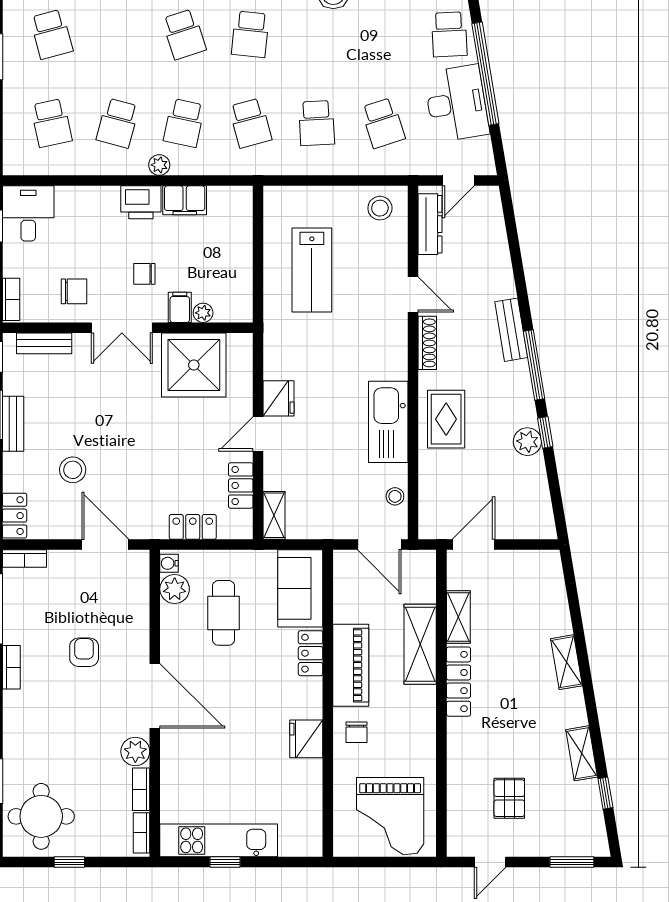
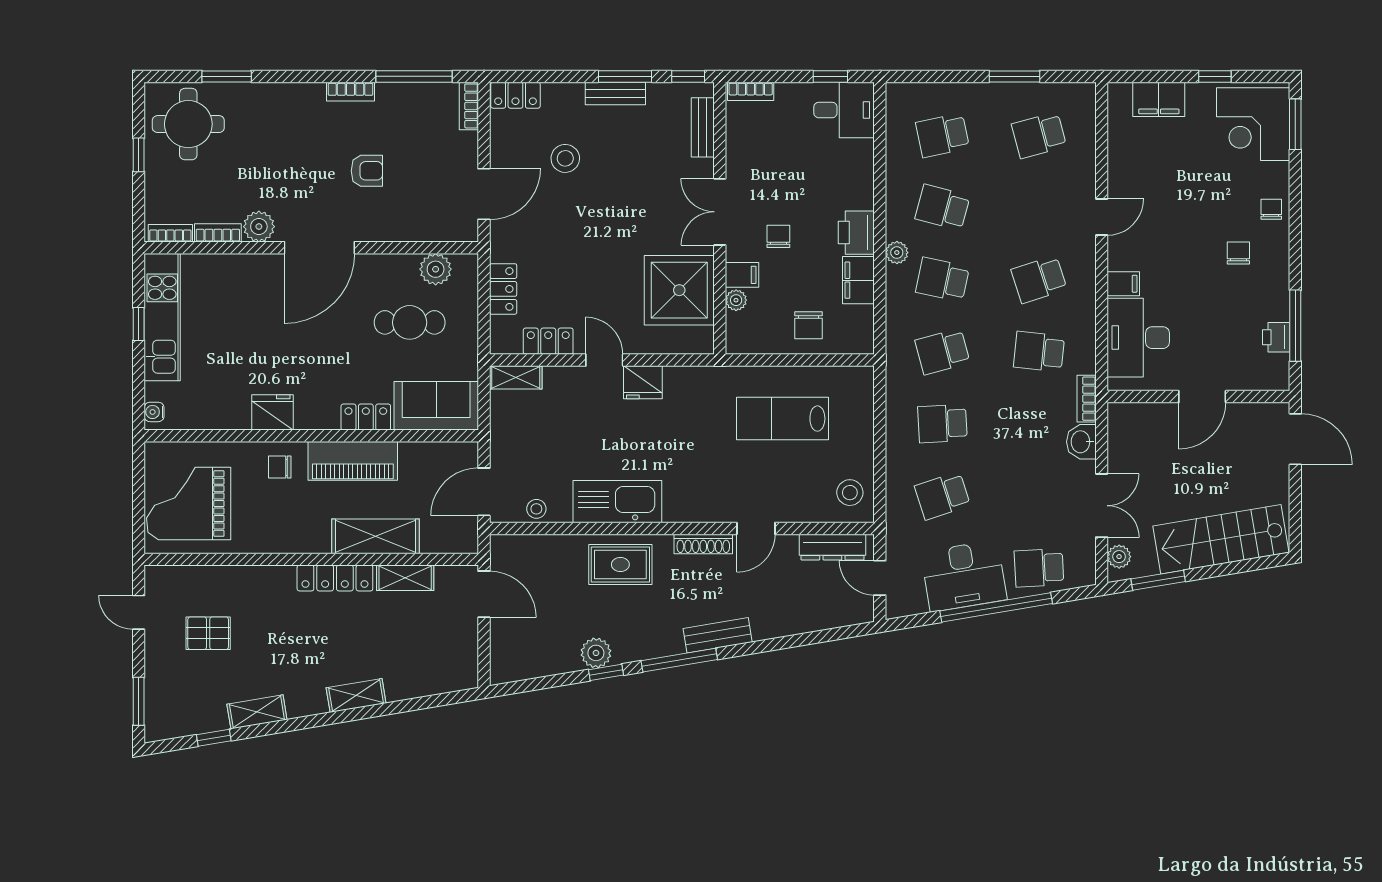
chair: (74, 291) -> (808, 325), moved
water cooler: (169, 563) -> (154, 412), moved, turned -90

